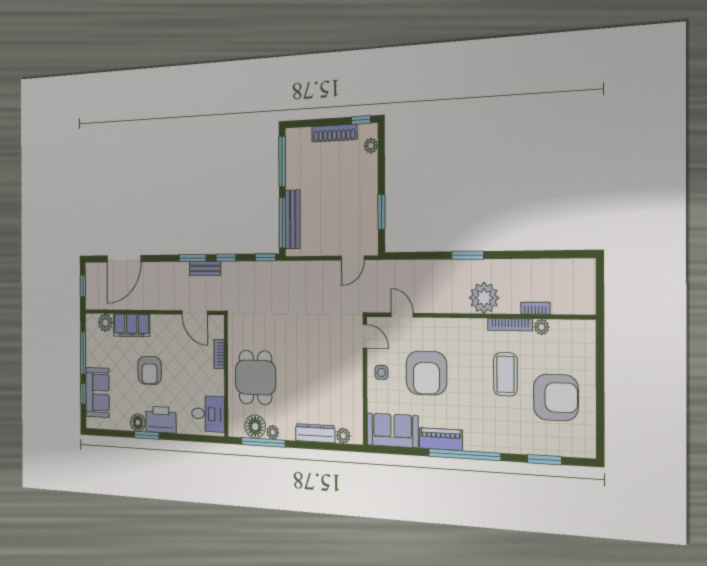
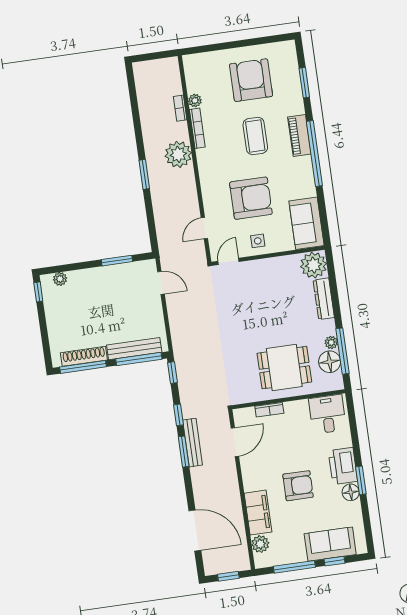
shoe rack: (334, 133) -> (84, 356), moved, turned -90
bench: (205, 268) -> (193, 443), width x1.36
coffee table: (505, 374) -> (255, 136), moved, turned 90
plant: (343, 436) -> (313, 265), width x1.88, depth x1.88
piano: (441, 439) -> (299, 135), moved

